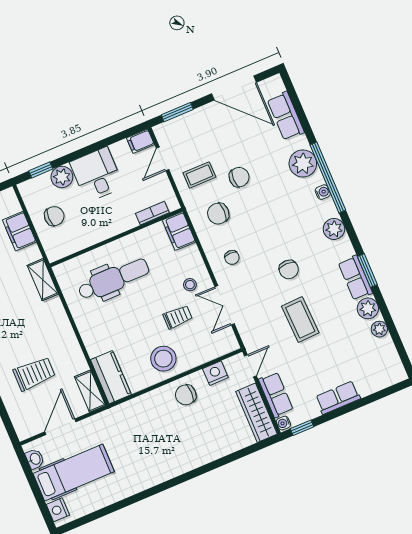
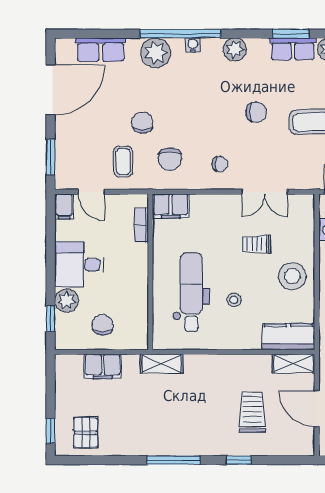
stool: (190, 285) -> (234, 300), moved
trolley: (178, 317) -> (257, 244), turned -90

